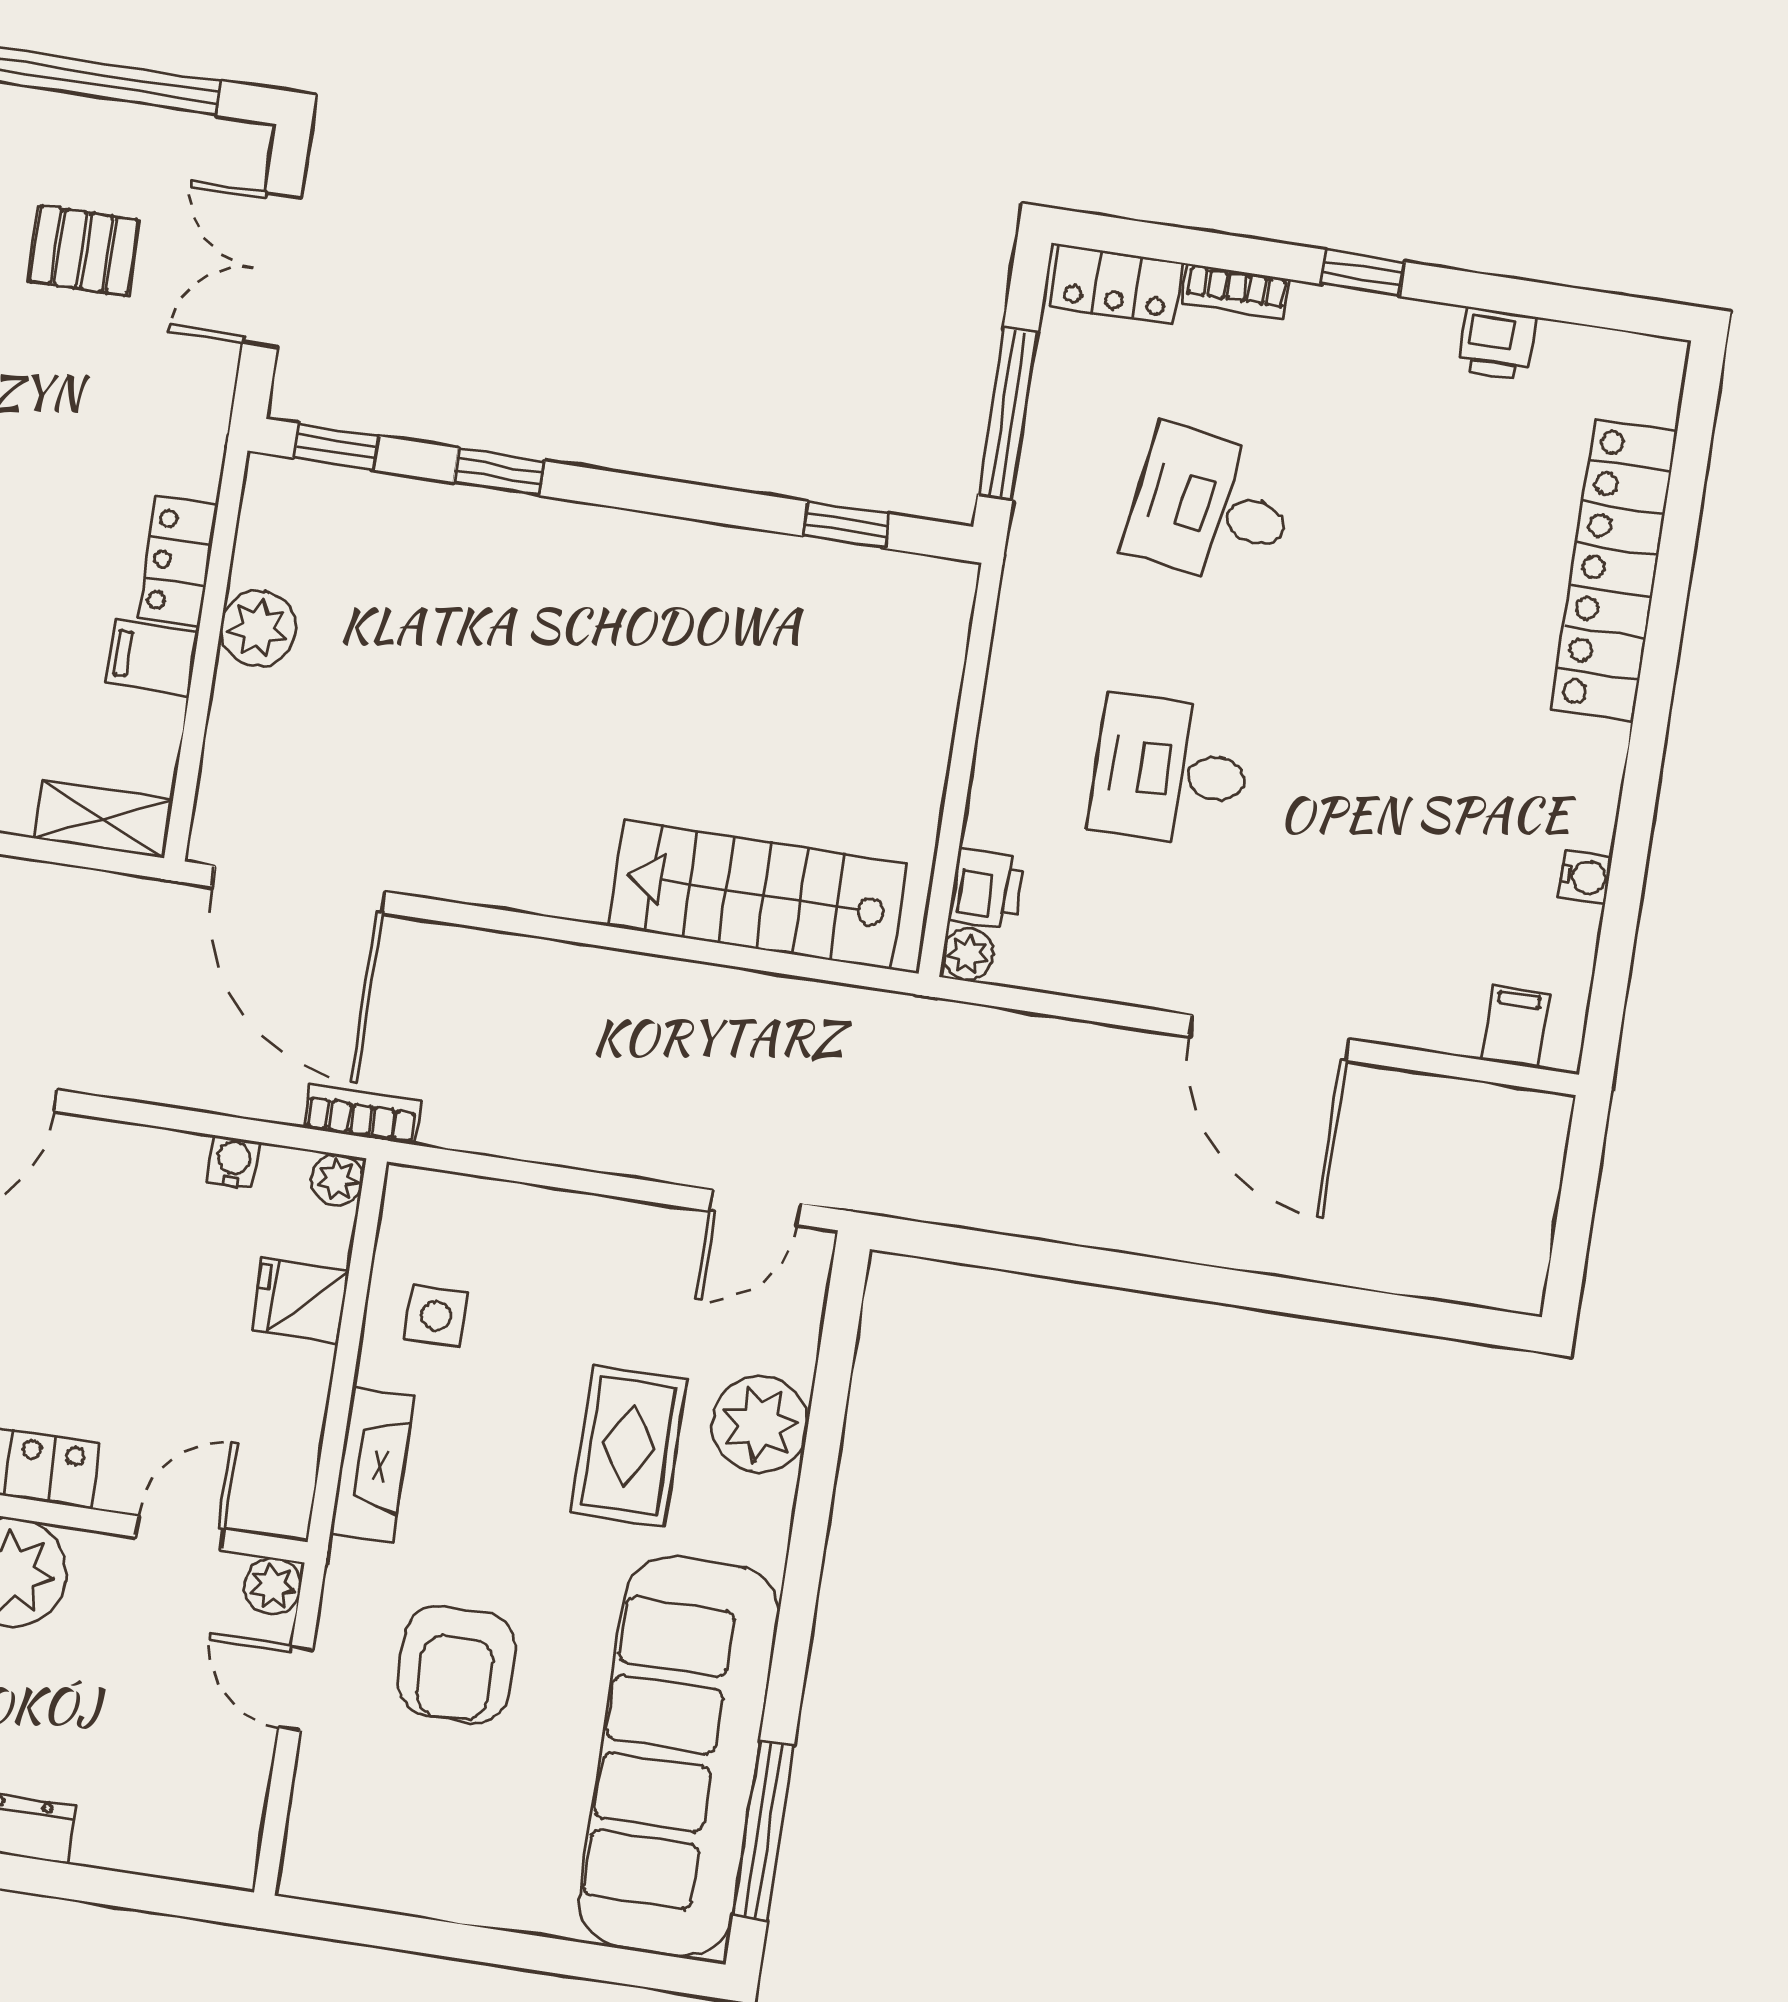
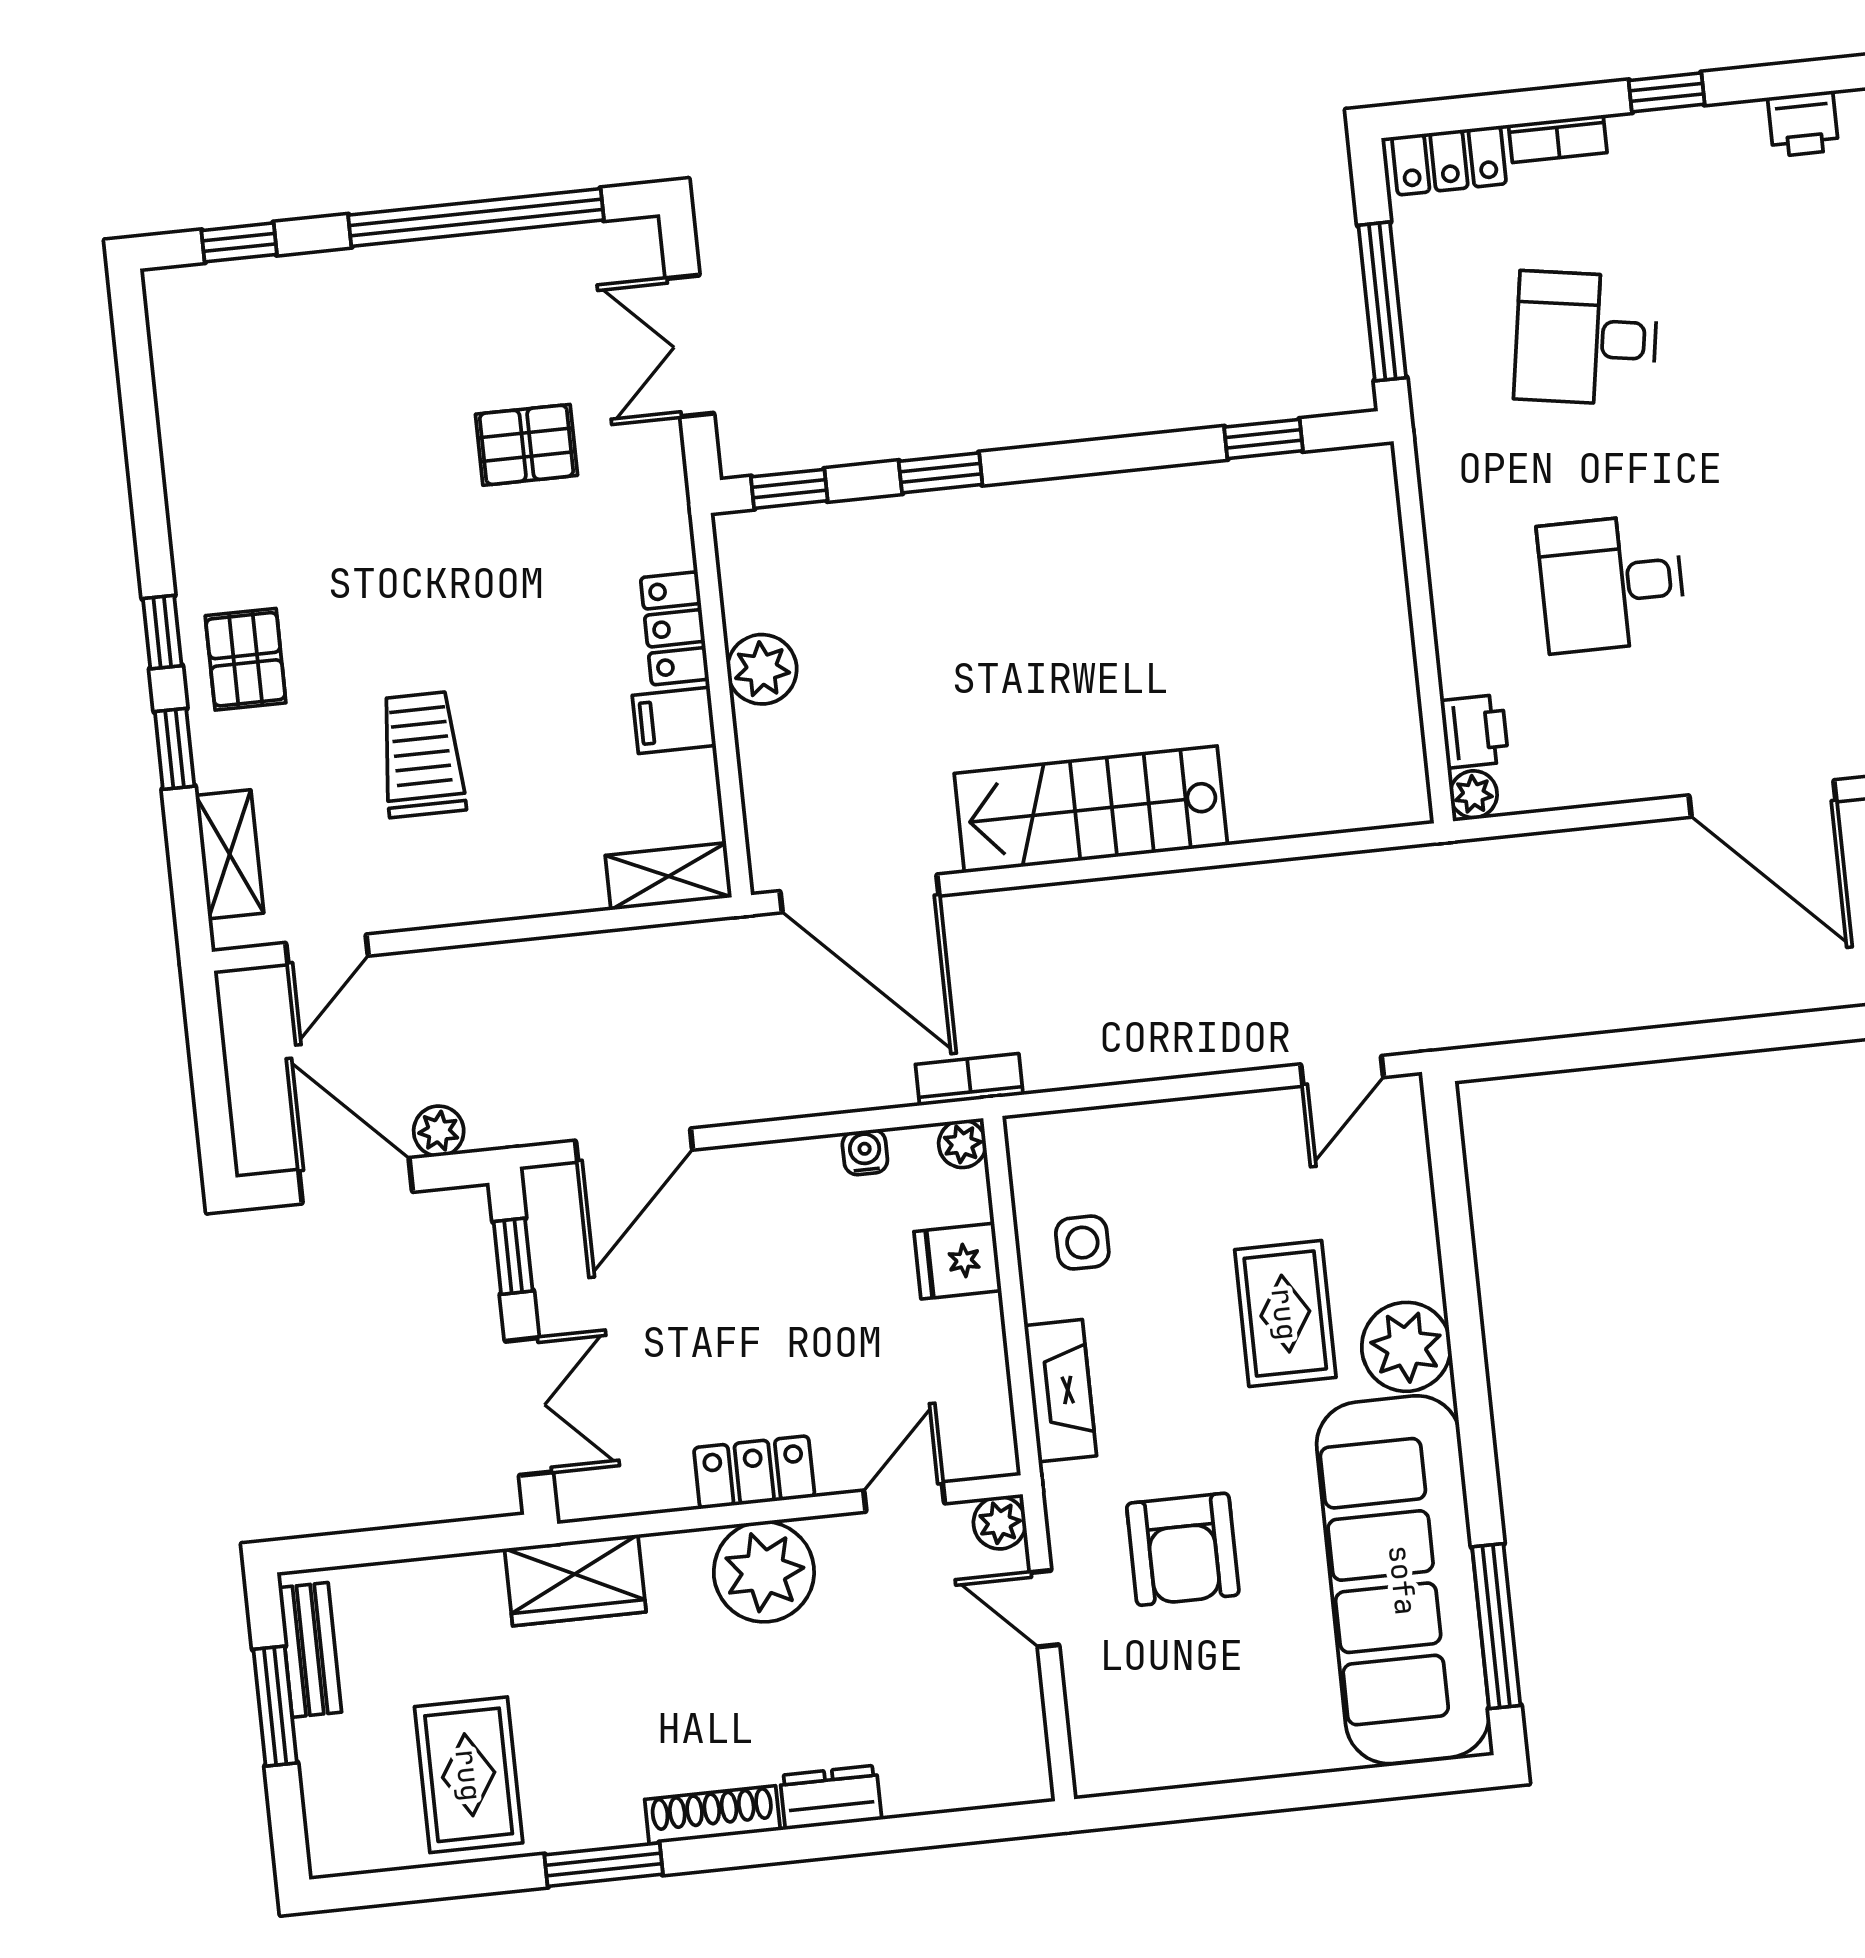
pallet: (84, 250) -> (526, 445), moved
stairs: (758, 895) -> (1091, 809), moved
plant: (760, 1424) -> (1406, 1347), moved

